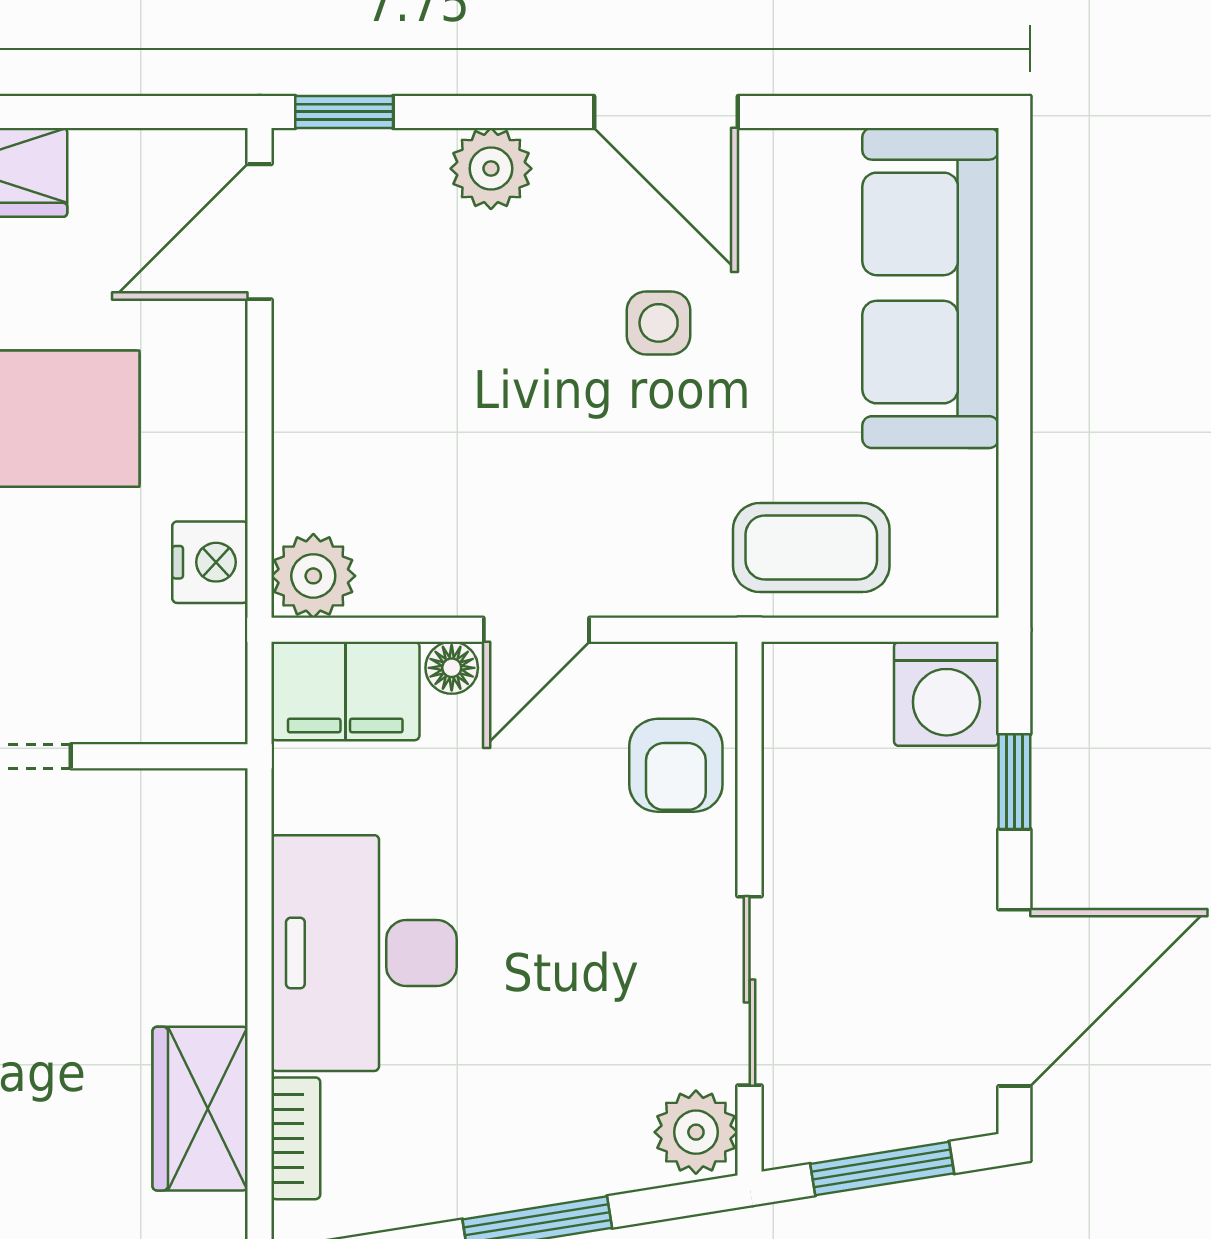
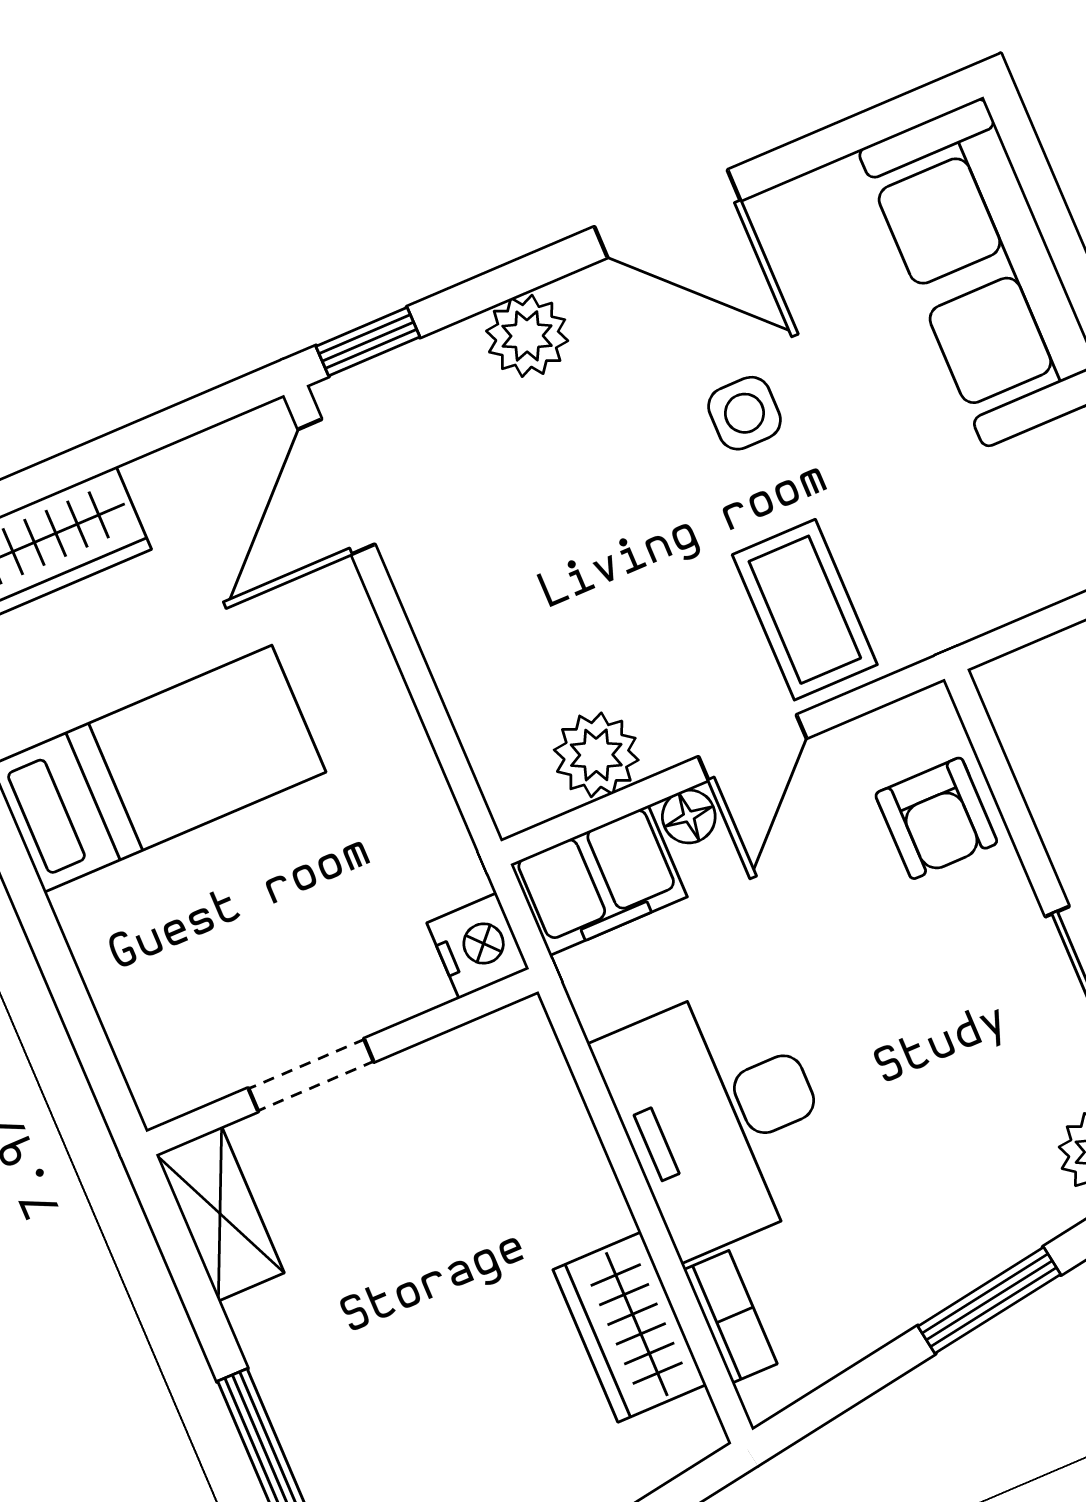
coffee table: (811, 547) -> (805, 610), moved, turned 90
nightstand: (210, 562) -> (478, 946), moved
plant: (313, 576) -> (596, 755), moved

